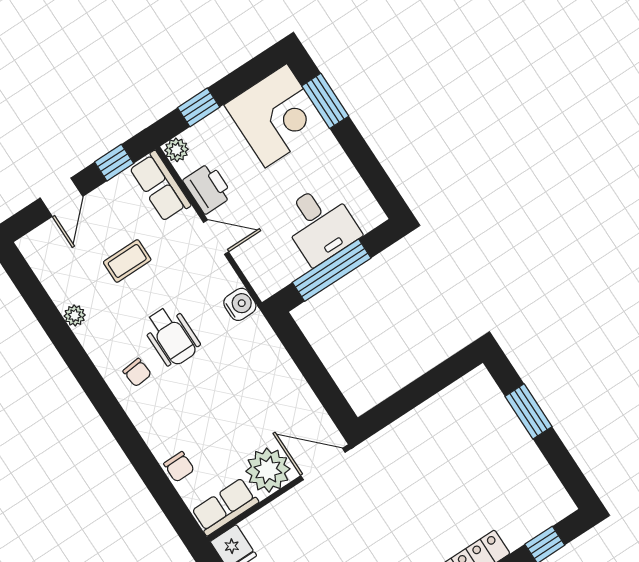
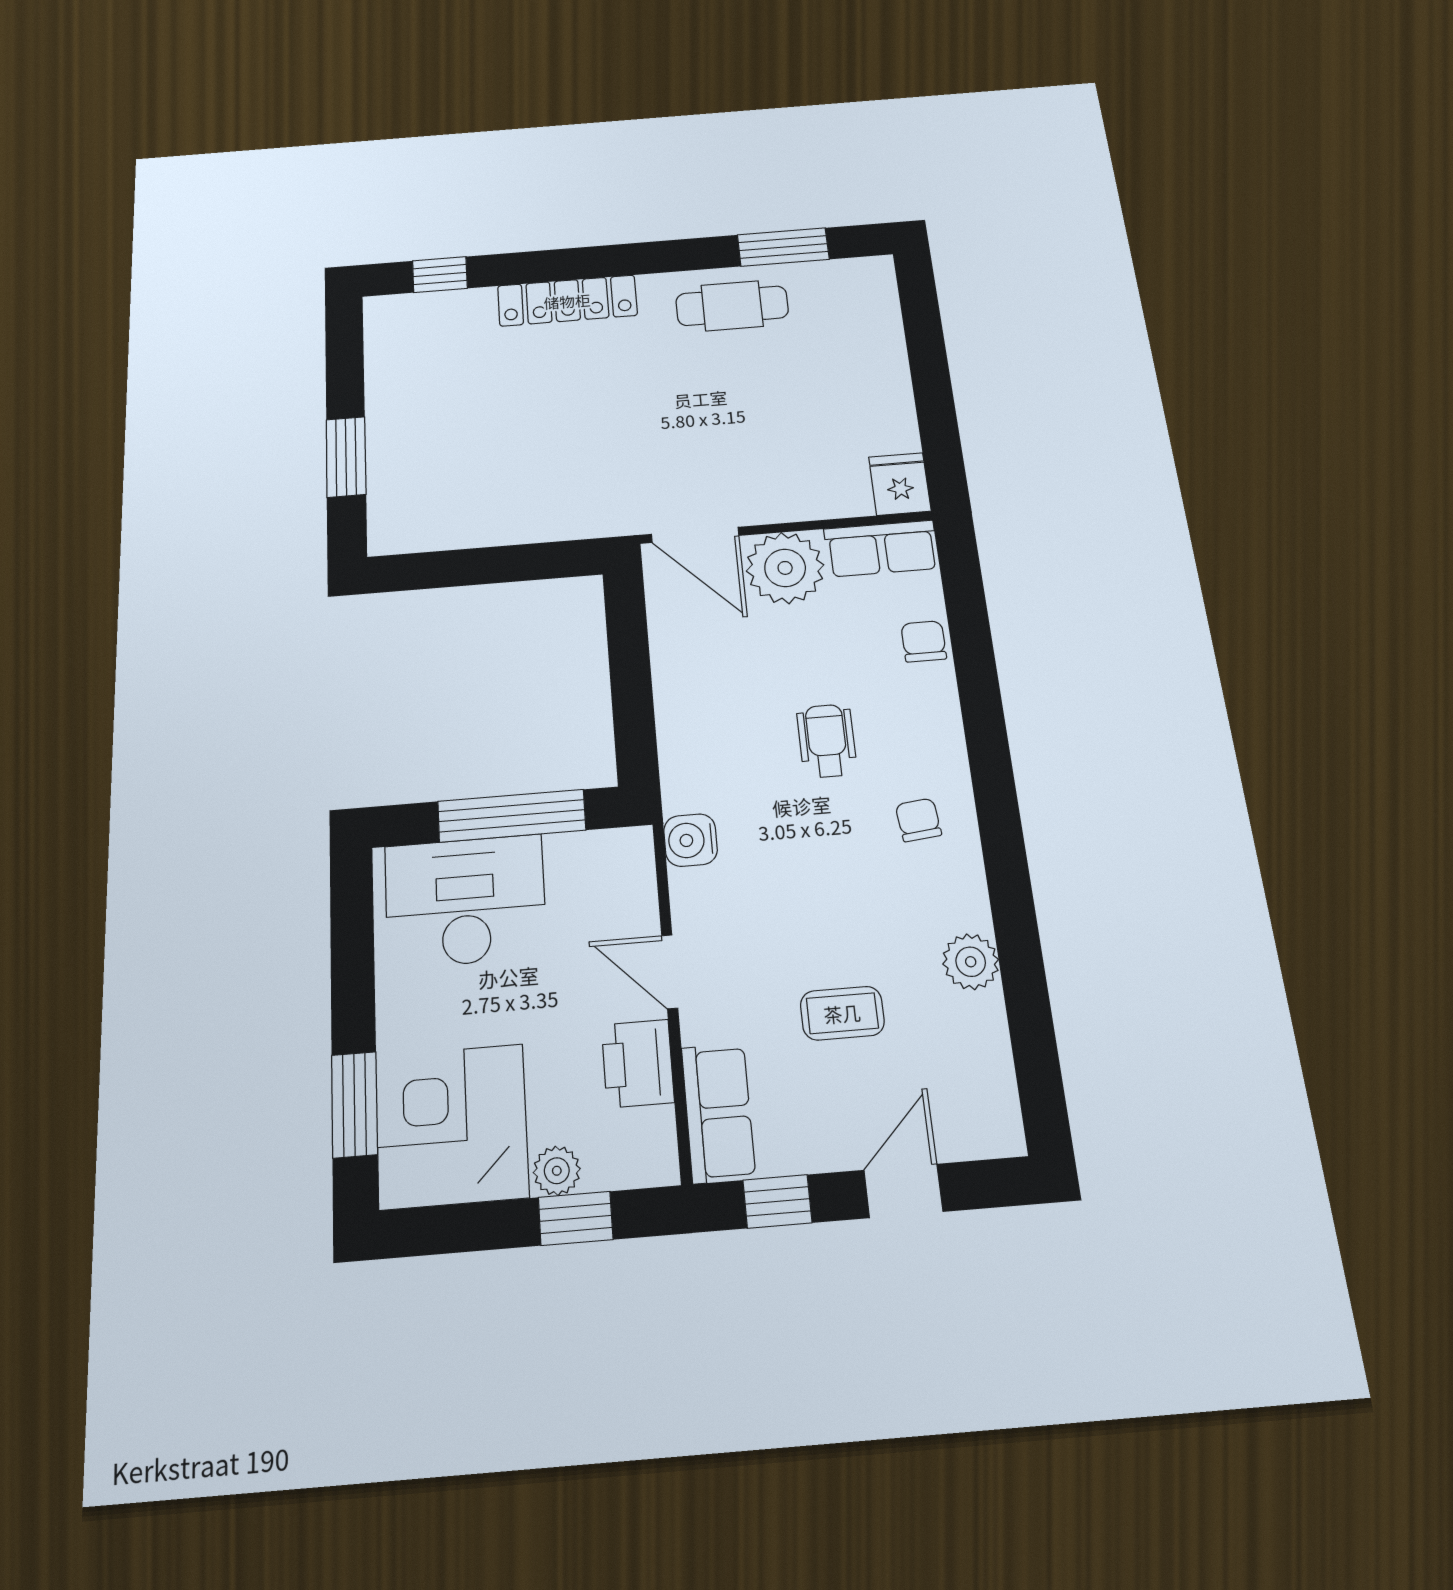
plant: (176, 150) -> (557, 1171), moved
desk: (320, 224) -> (465, 901), width x1.37
plant: (75, 316) -> (971, 962), width x1.38, depth x1.38
wheelchair: (171, 336) -> (827, 741), moved, width x0.73, depth x0.73

